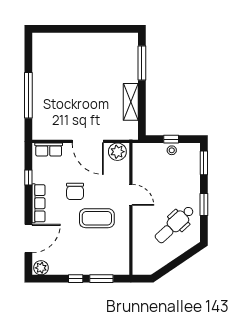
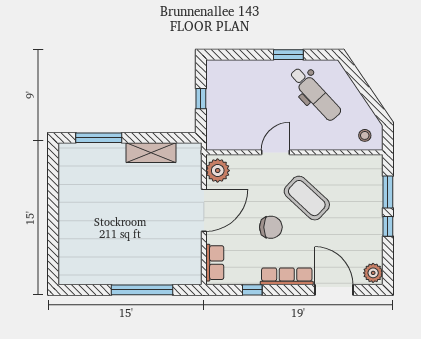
stool: (172, 150) -> (365, 135), moved
window: (204, 163) -> (233, 55), removed
coffee table: (97, 218) -> (307, 198), turned -47

